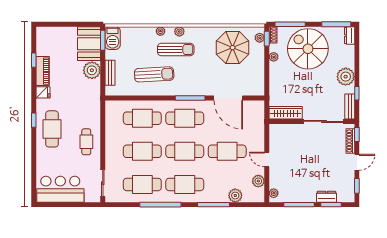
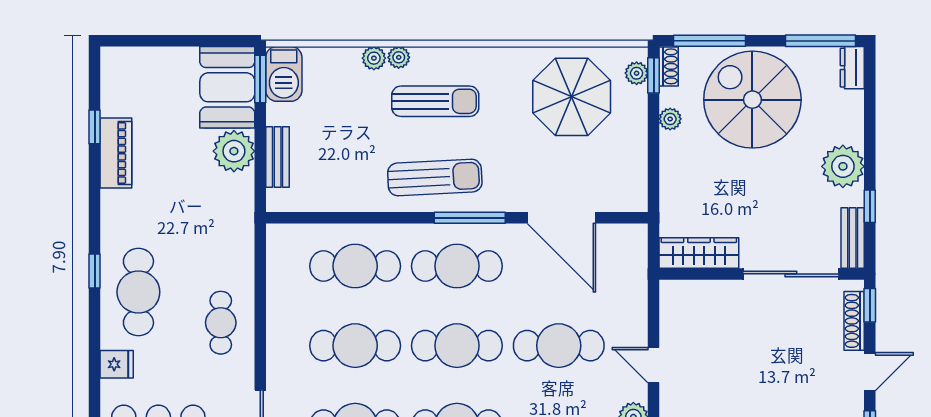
plant: (179, 32) -> (374, 58), moved
sun lounger: (154, 74) -> (435, 178), moved
fridge: (43, 92) -> (117, 364), moved

